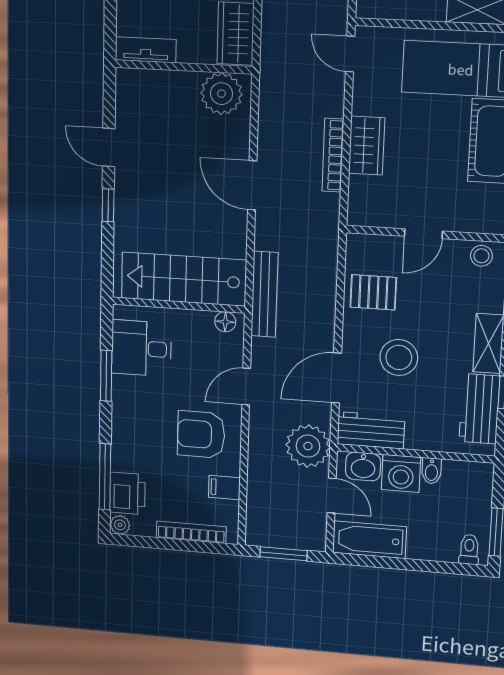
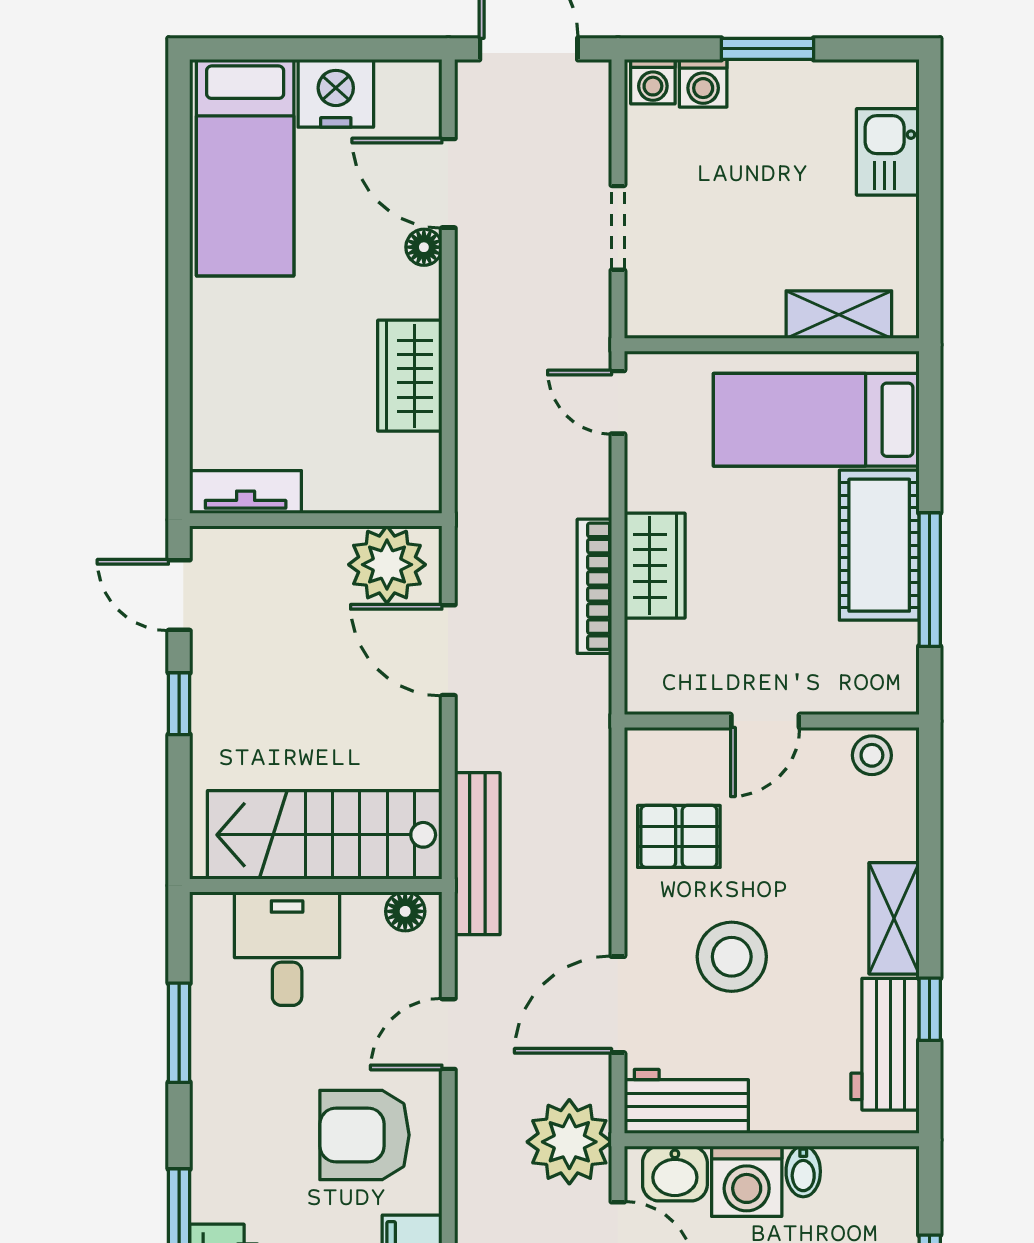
tv unit: (146, 50) -> (246, 492), moved
wall: (183, 67) -> (316, 520), moved
plant: (221, 94) -> (387, 565), moved
desk: (141, 348) -> (287, 949), moved, turned 90

